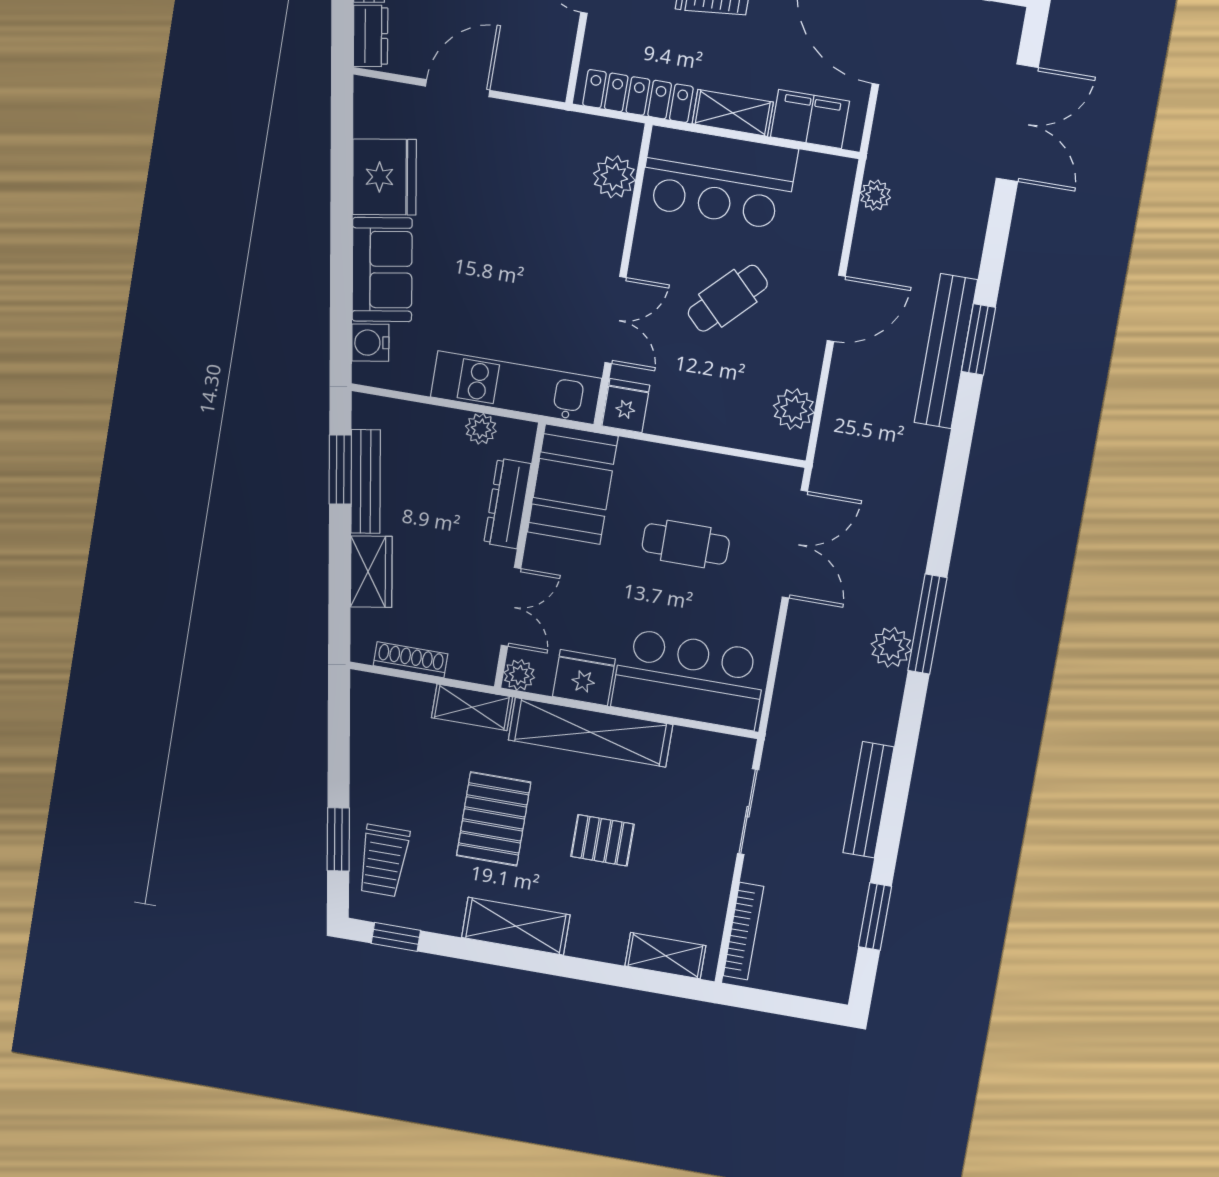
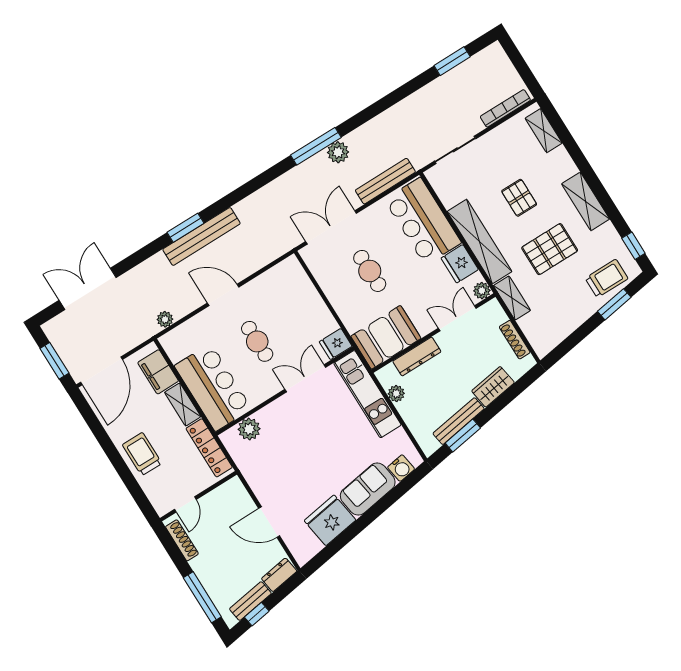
cafe table: (728, 298) -> (257, 341), turned 45
plant: (794, 409) -> (278, 276), removed
bench: (868, 800) -> (385, 181), moved

